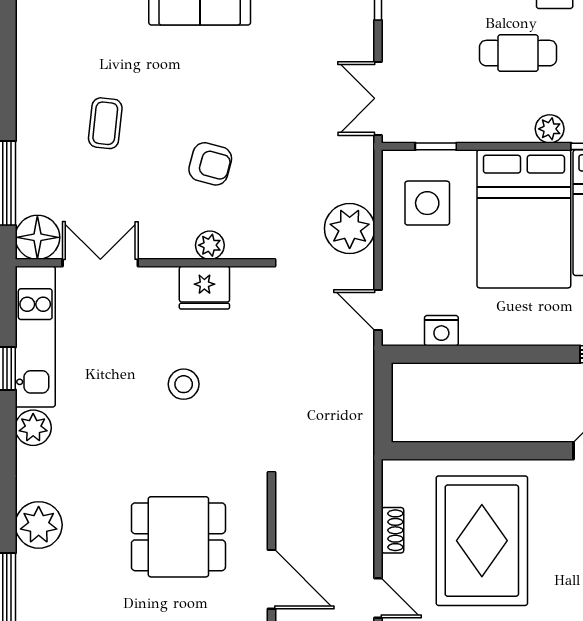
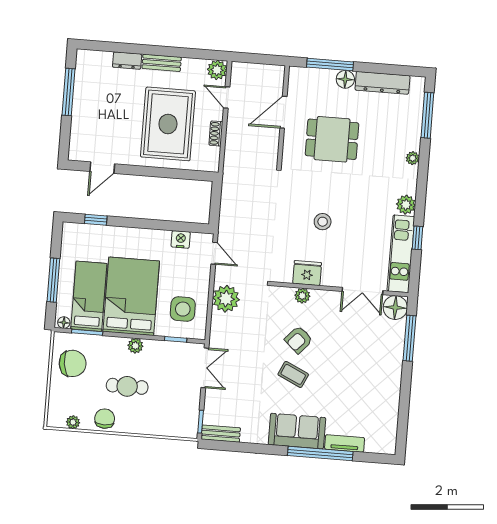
coffee table: (105, 123) -> (293, 374), moved, turned -71
plant: (550, 129) -> (135, 346), moved
armchair: (210, 164) -> (299, 340), turned -63
plant: (39, 525) -> (413, 158), width x0.53, depth x0.53
door: (272, 579) -> (283, 112), hinge flipped

